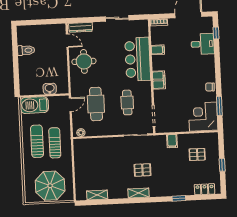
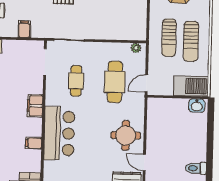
toilet: (26, 50) -> (196, 168), moved
washbasin: (50, 89) -> (197, 106), moved

